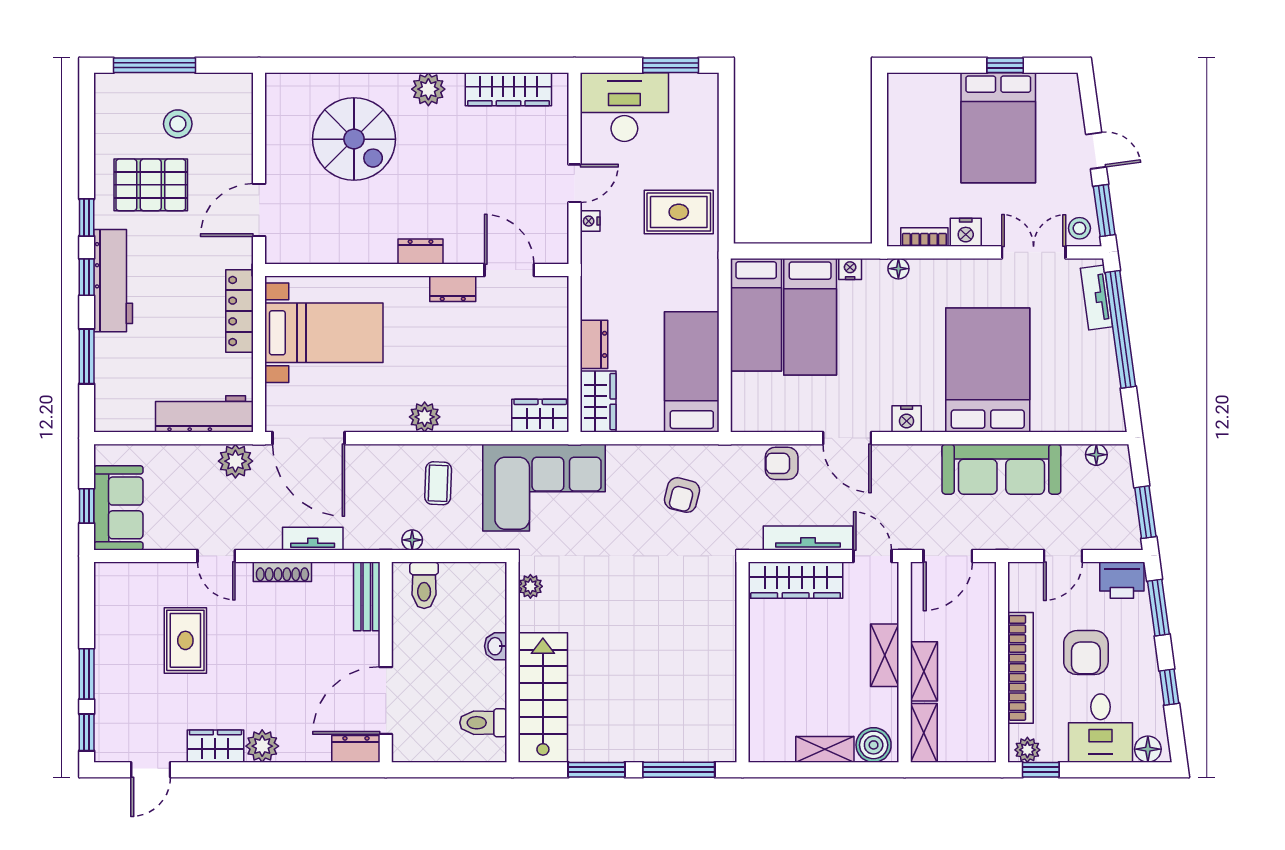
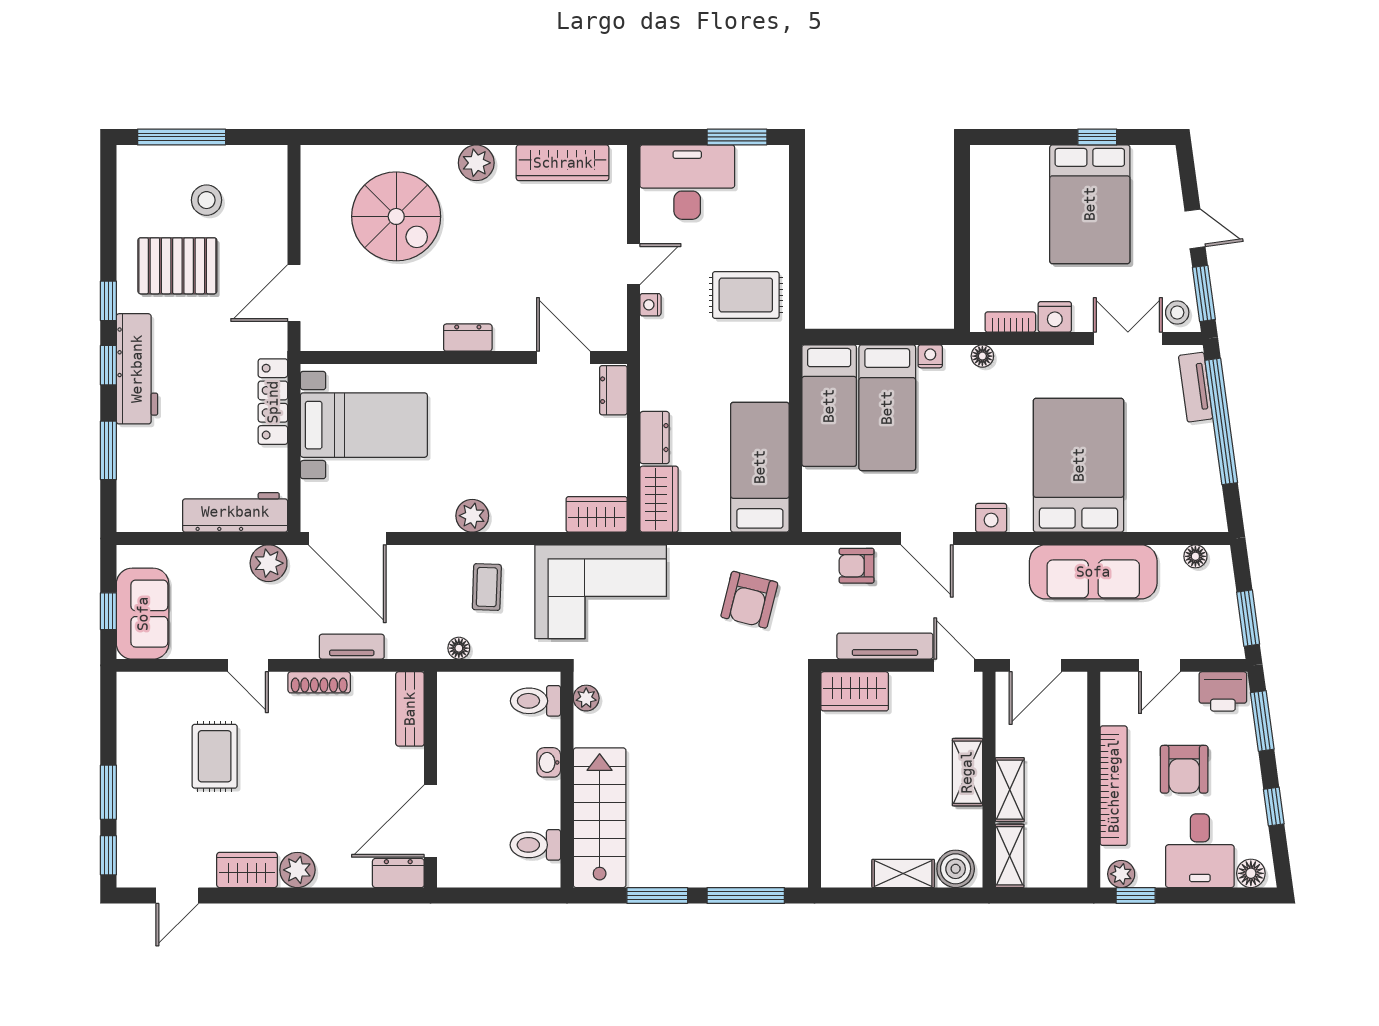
dresser: (453, 289) -> (613, 390), moved, turned 90
armchair: (682, 495) -> (749, 600), width x1.38, depth x1.38
wardrobe: (796, 580) -> (855, 691), width x0.67
toilet: (424, 585) -> (535, 701), moved, turned 90

